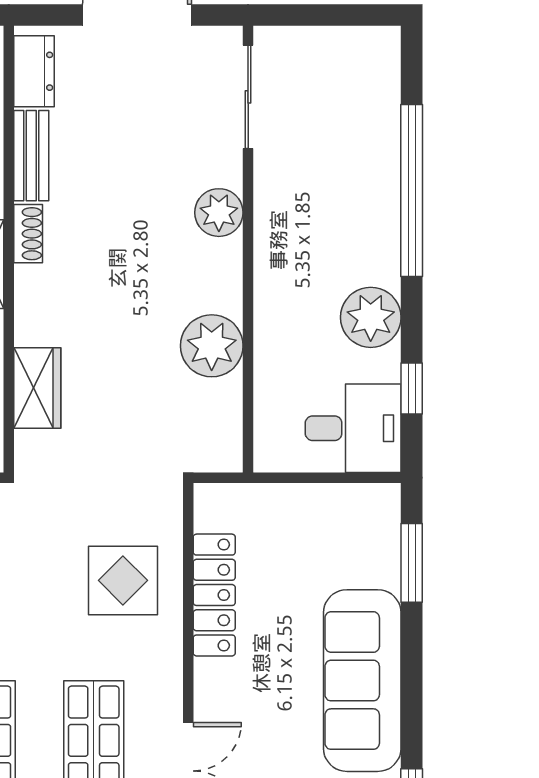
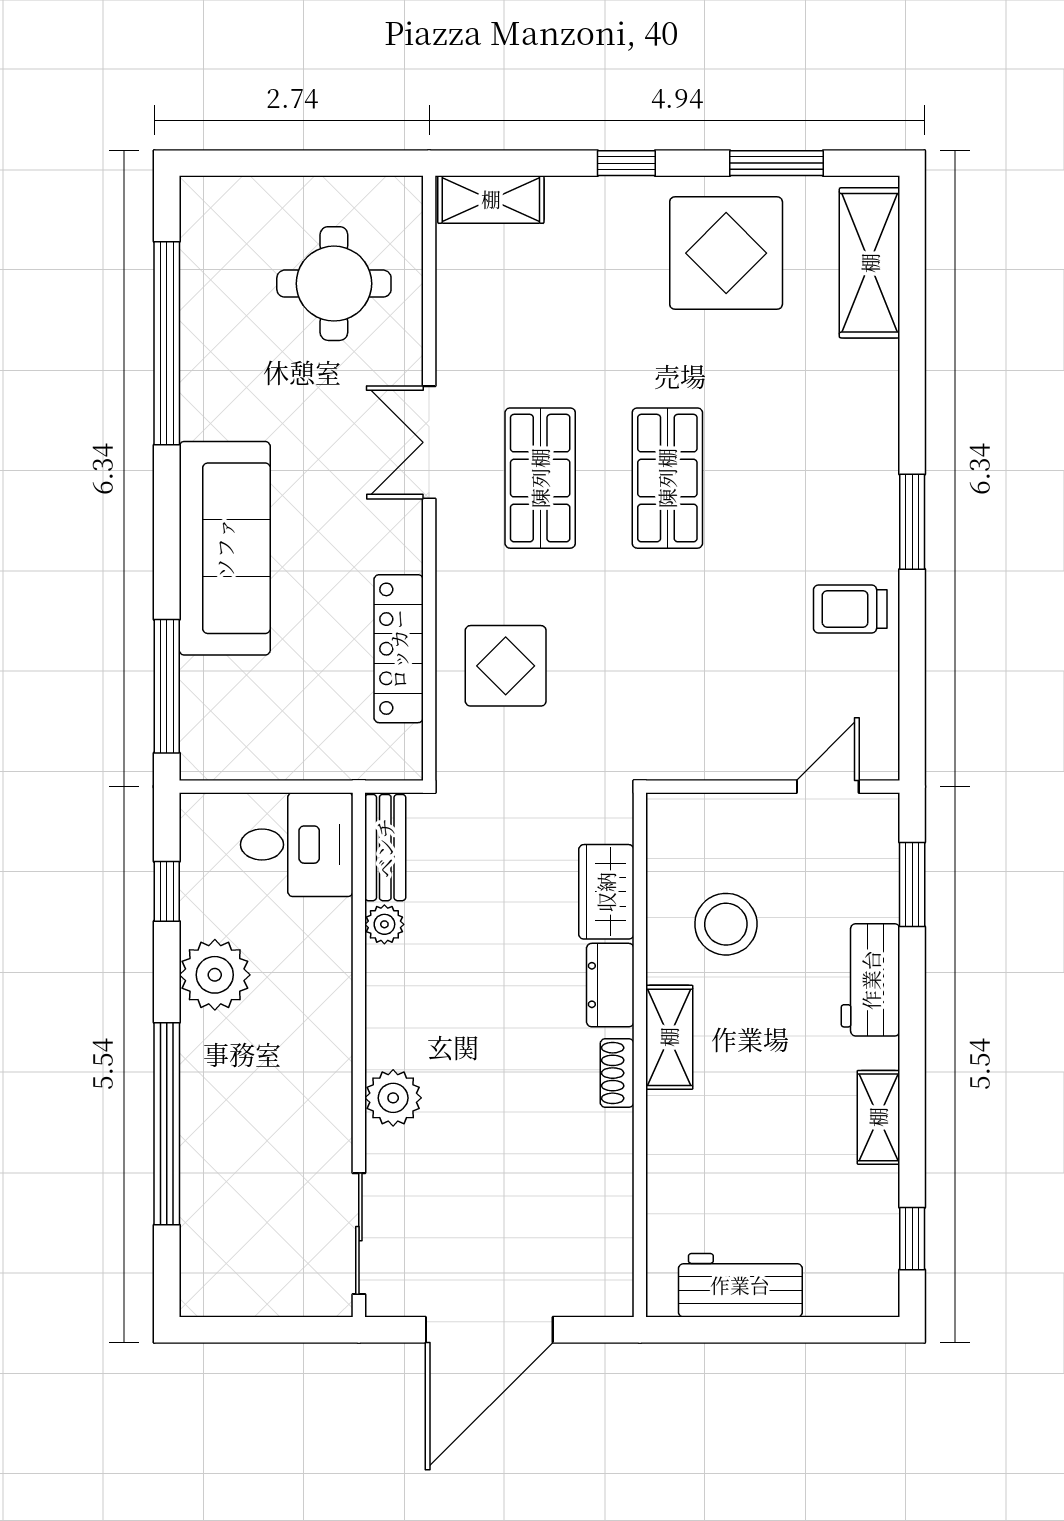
dresser: (34, 71) -> (610, 985), moved
bench: (31, 156) -> (385, 848), moved
plant: (212, 346) -> (384, 924), width x0.53, depth x0.53
desk: (353, 428) -> (297, 845), moved, turned 180
window: (412, 563) -> (167, 686), width x1.44

